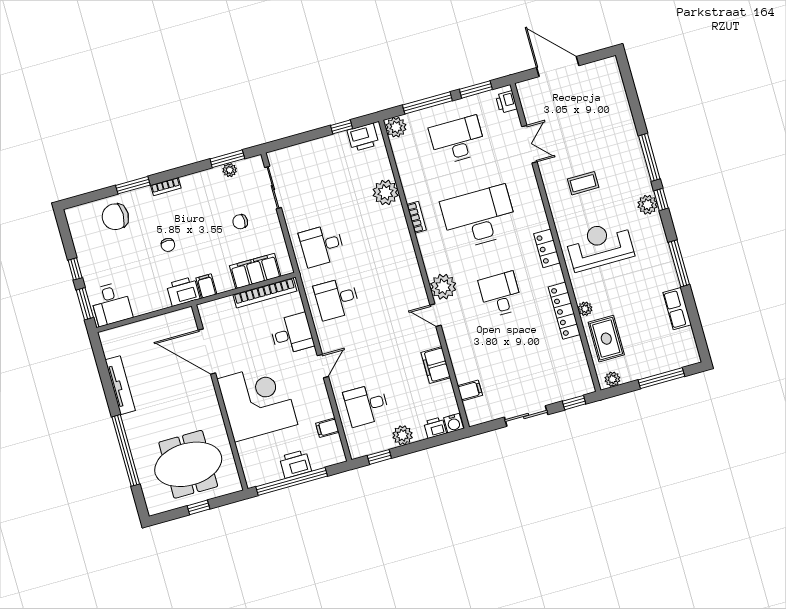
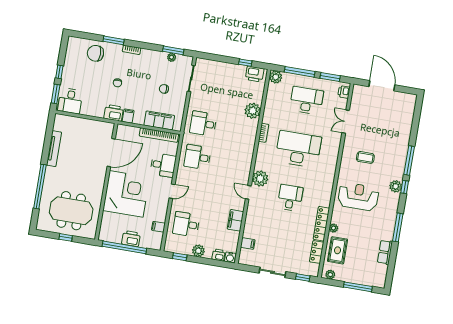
double door: (529, 144) -> (346, 122), swing flipped
locker: (547, 248) -> (317, 252), moved
door: (207, 352) -> (111, 153), swing flipped

